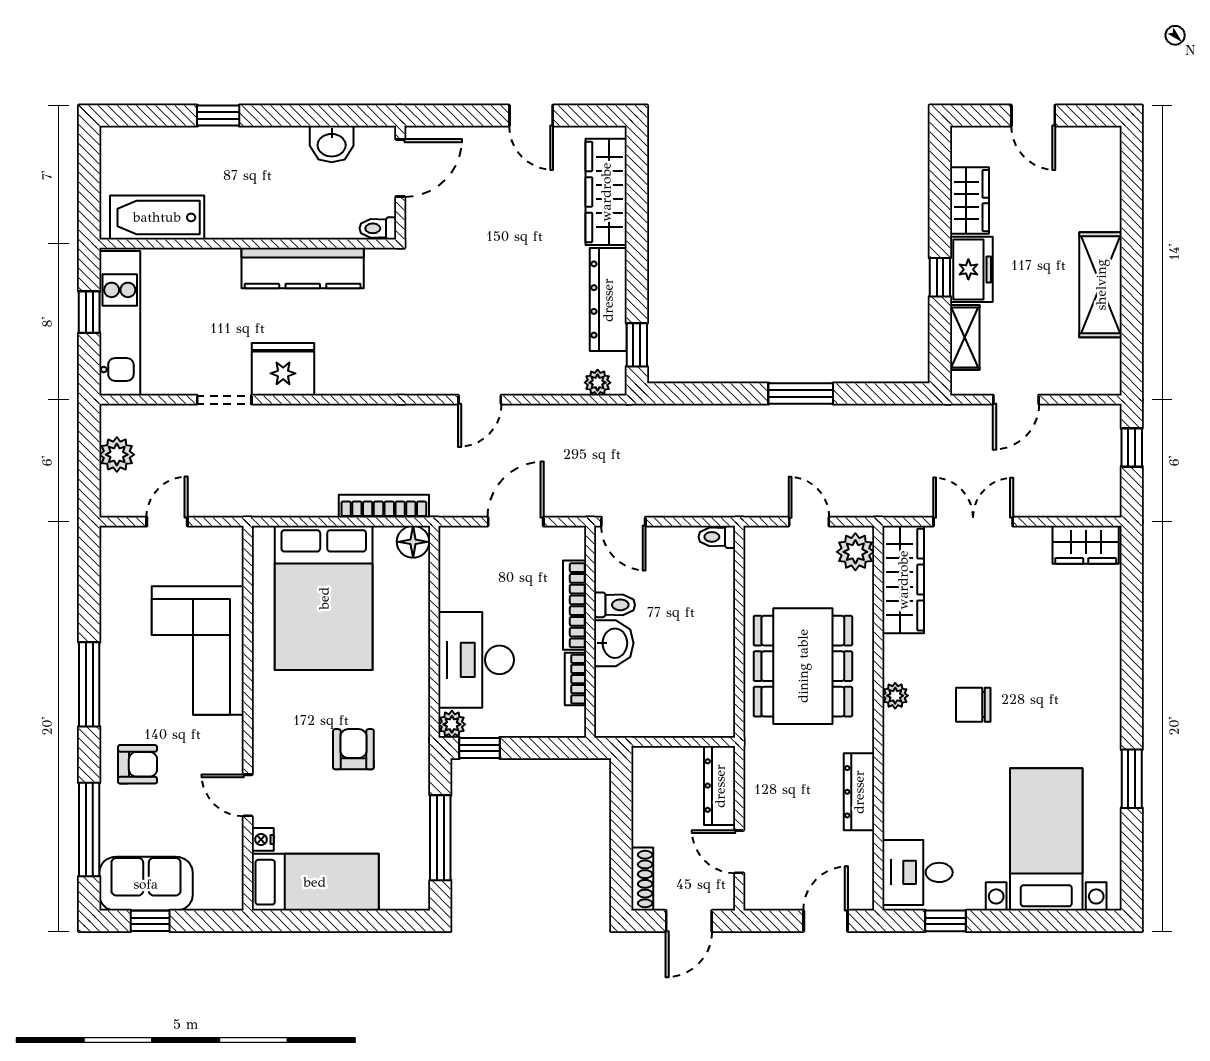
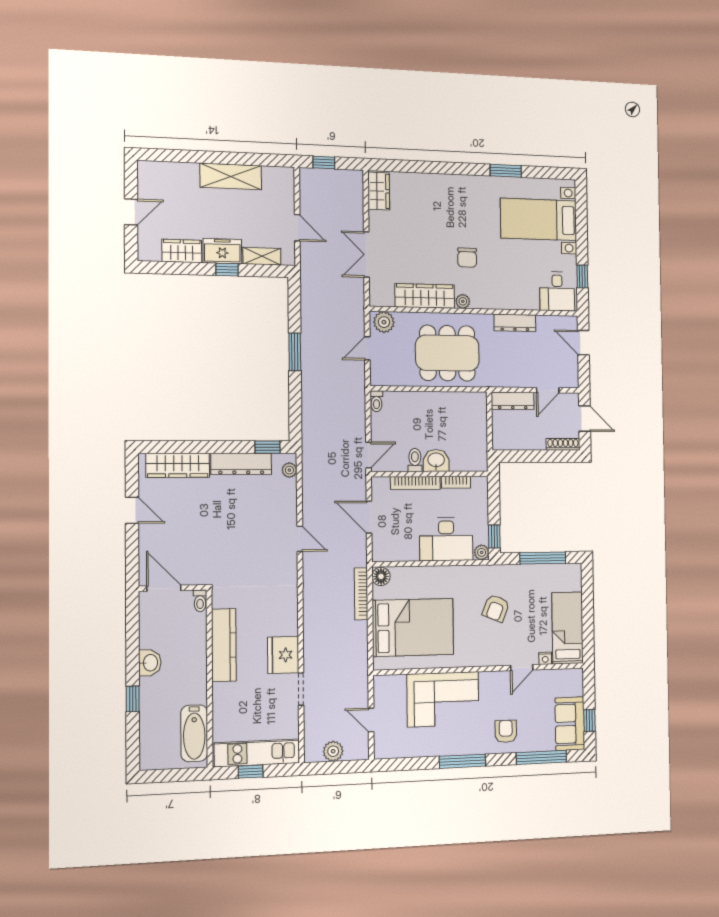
door: (531, 116) -> (132, 510), hinge flipped
washbasin: (332, 144) -> (150, 663), moved
wardrobe: (903, 580) -> (425, 296), moved
armchair: (353, 749) -> (496, 608), turned -68

